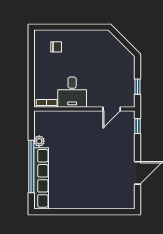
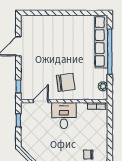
desk: (72, 92) -> (64, 116), moved
chair: (83, 131) -> (66, 82), added
plant: (39, 141) -> (103, 86), moved

